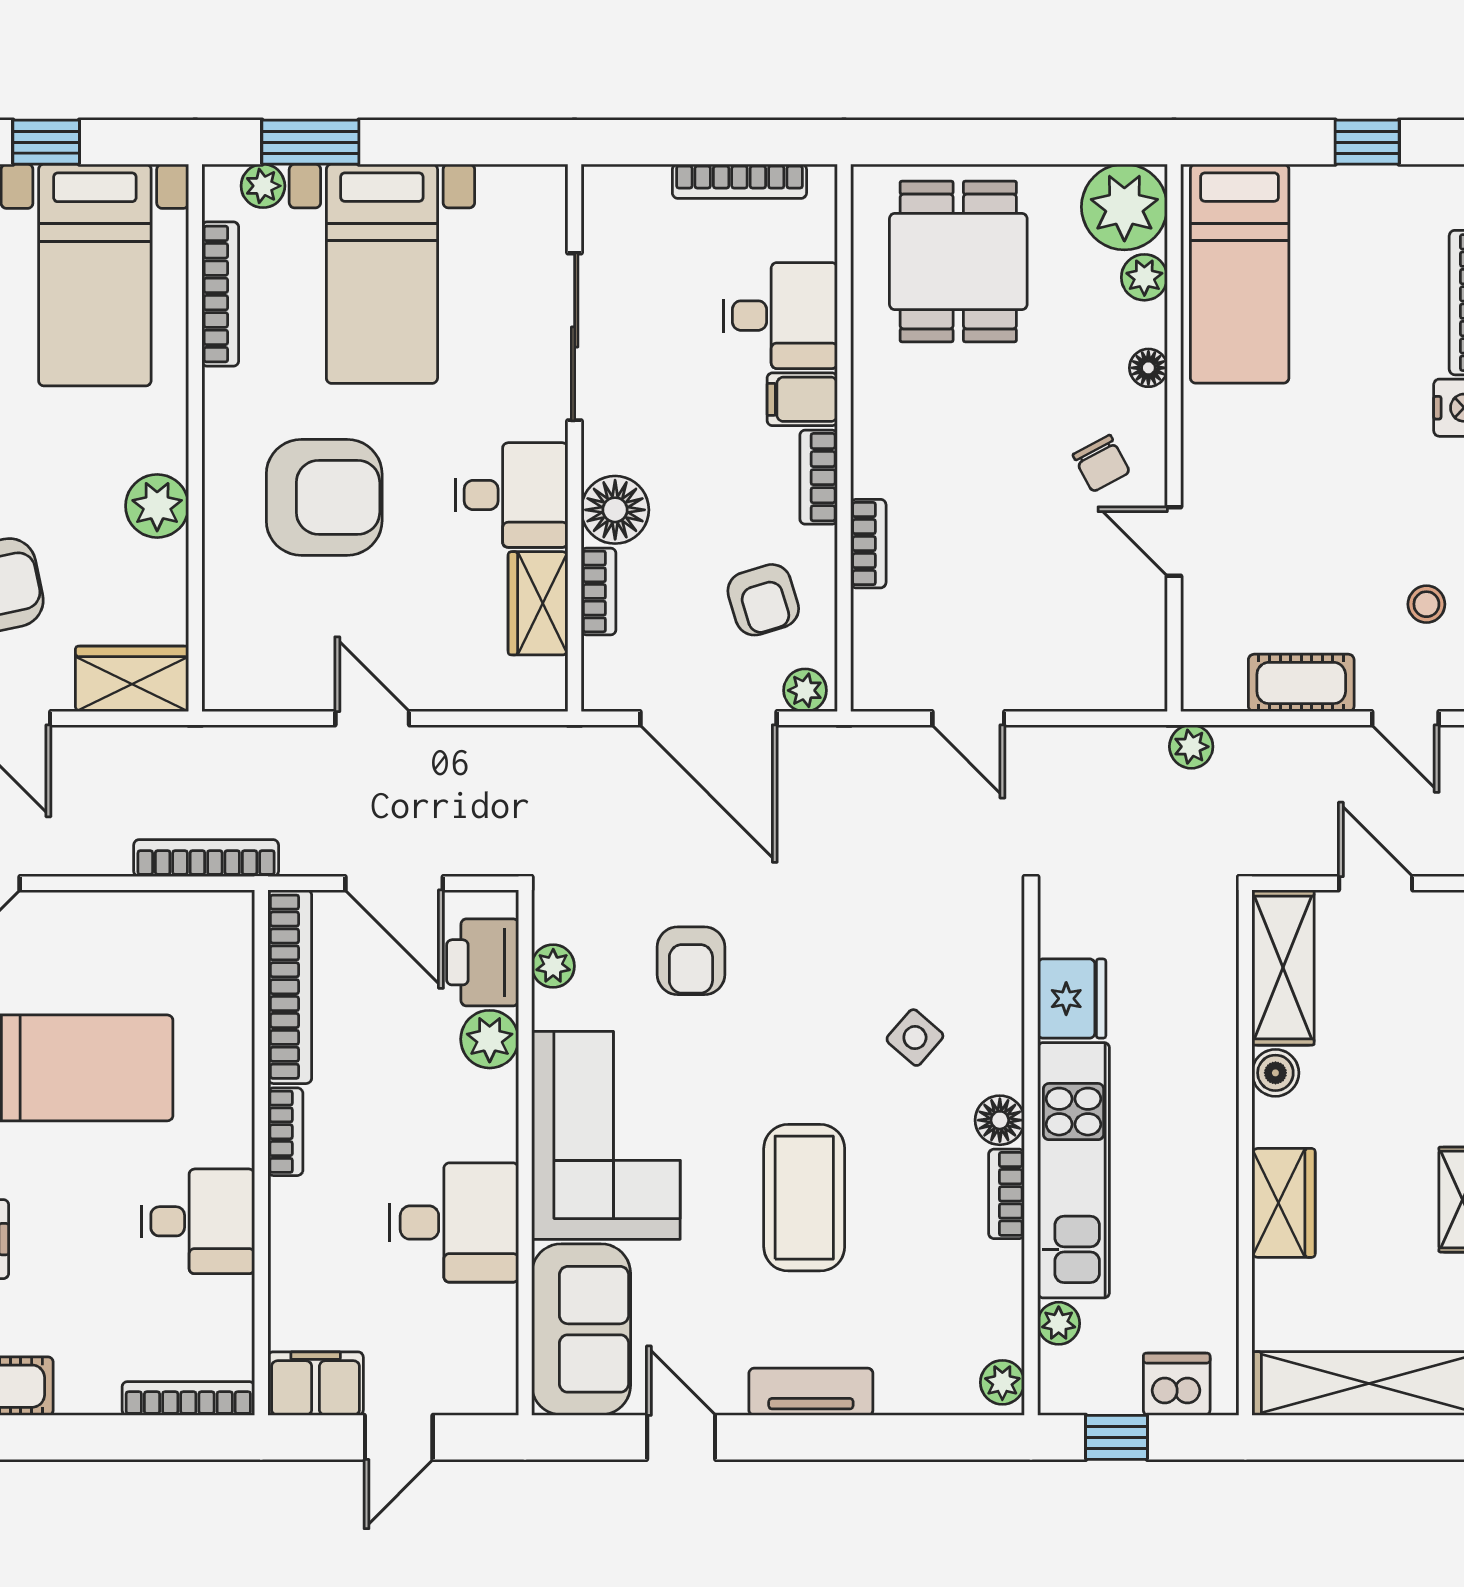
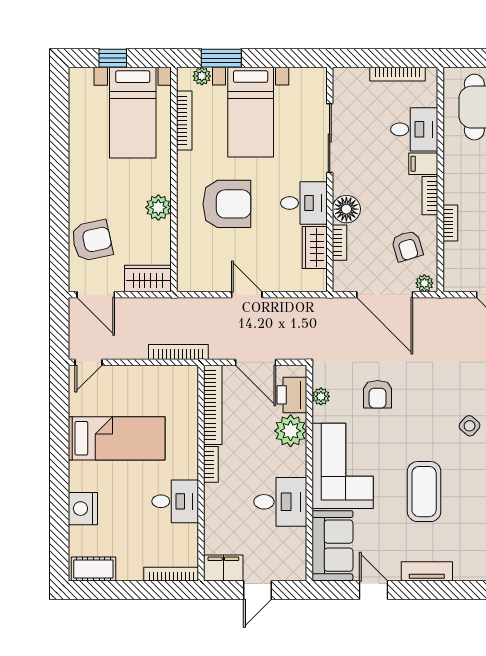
plant: (490, 1039) -> (291, 431), width x1.36, depth x1.36

